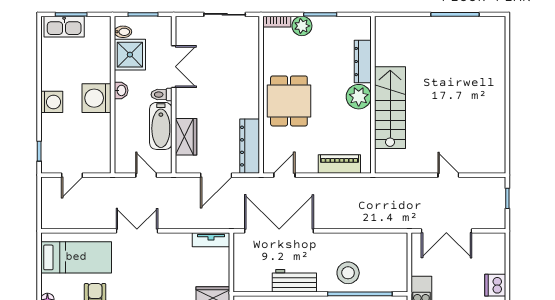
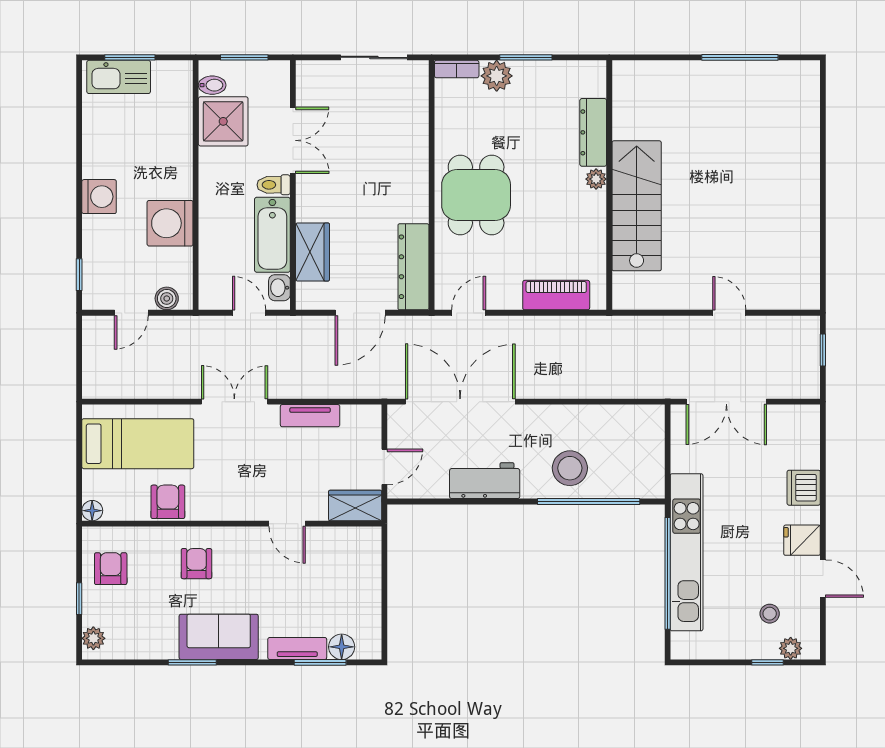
washbasin: (121, 90) -> (279, 288), moved, turned 180
plant: (359, 97) -> (596, 179), width x0.53, depth x0.53
washing machine: (96, 98) -> (170, 223), moved
boiler: (94, 166) -> (167, 298), added
tv unit: (211, 240) -> (310, 416), moved
door: (231, 272) -> (384, 467), added

